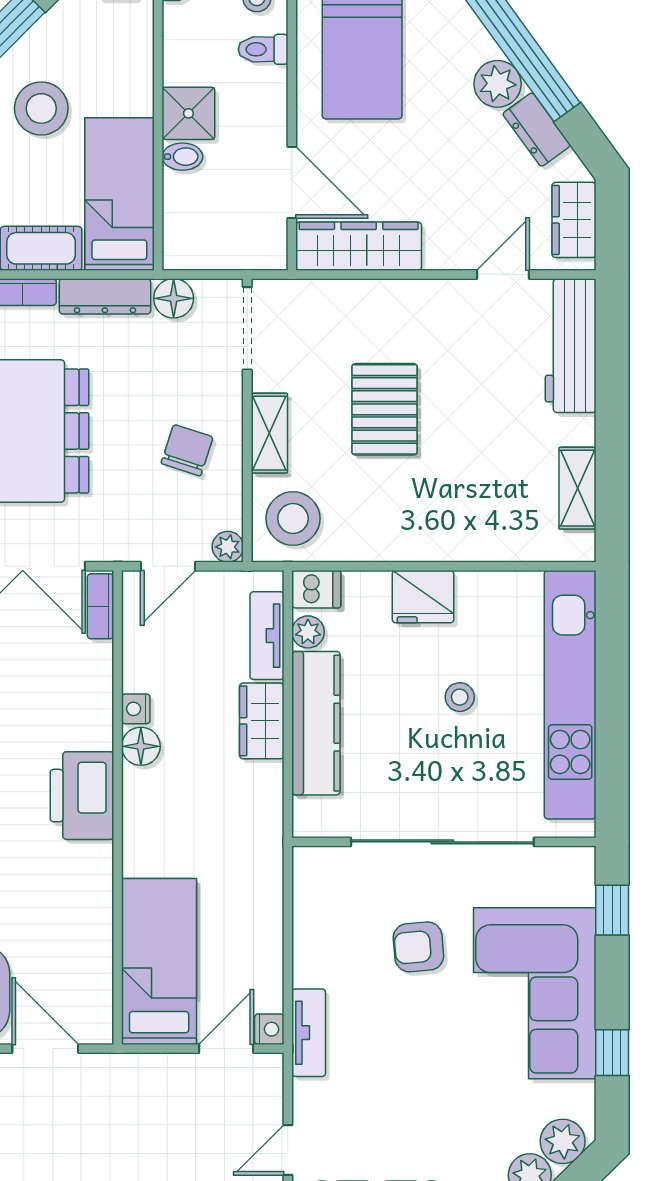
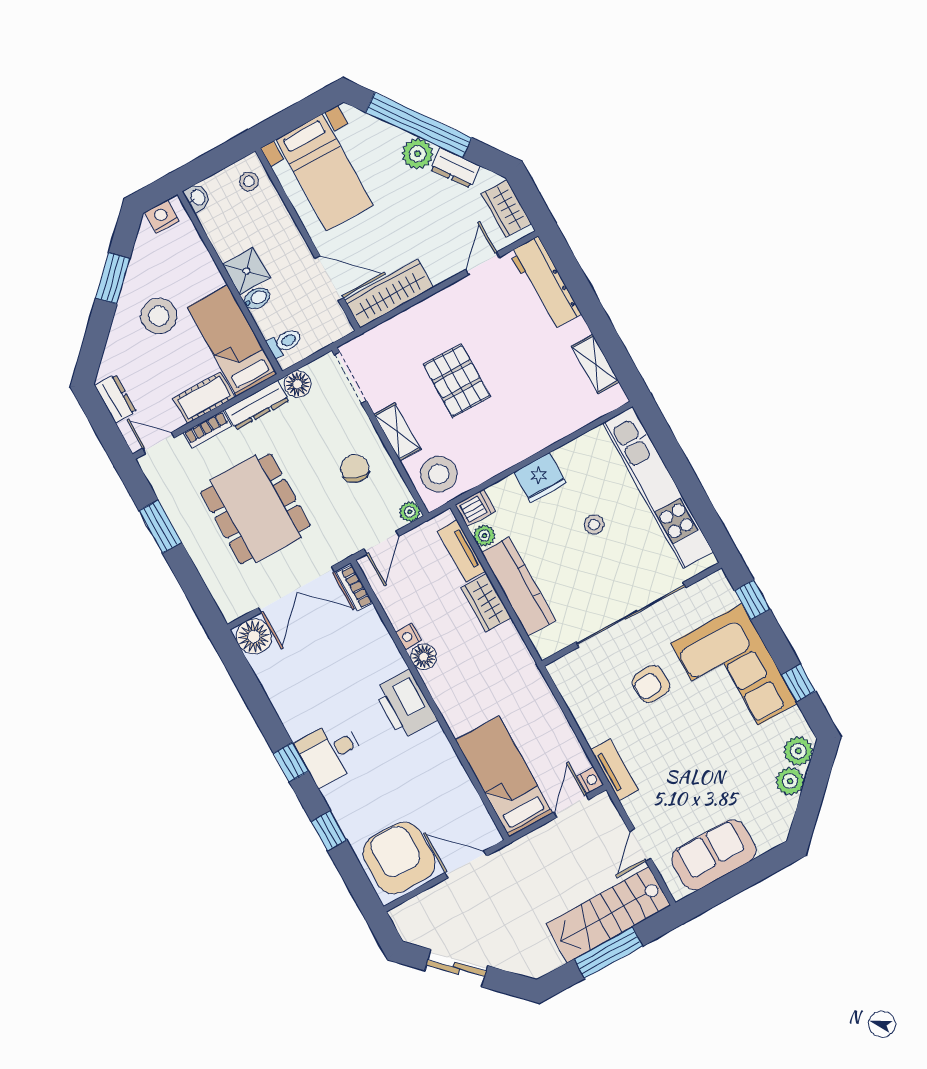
toilet: (263, 49) -> (285, 342), moved, turned 180

